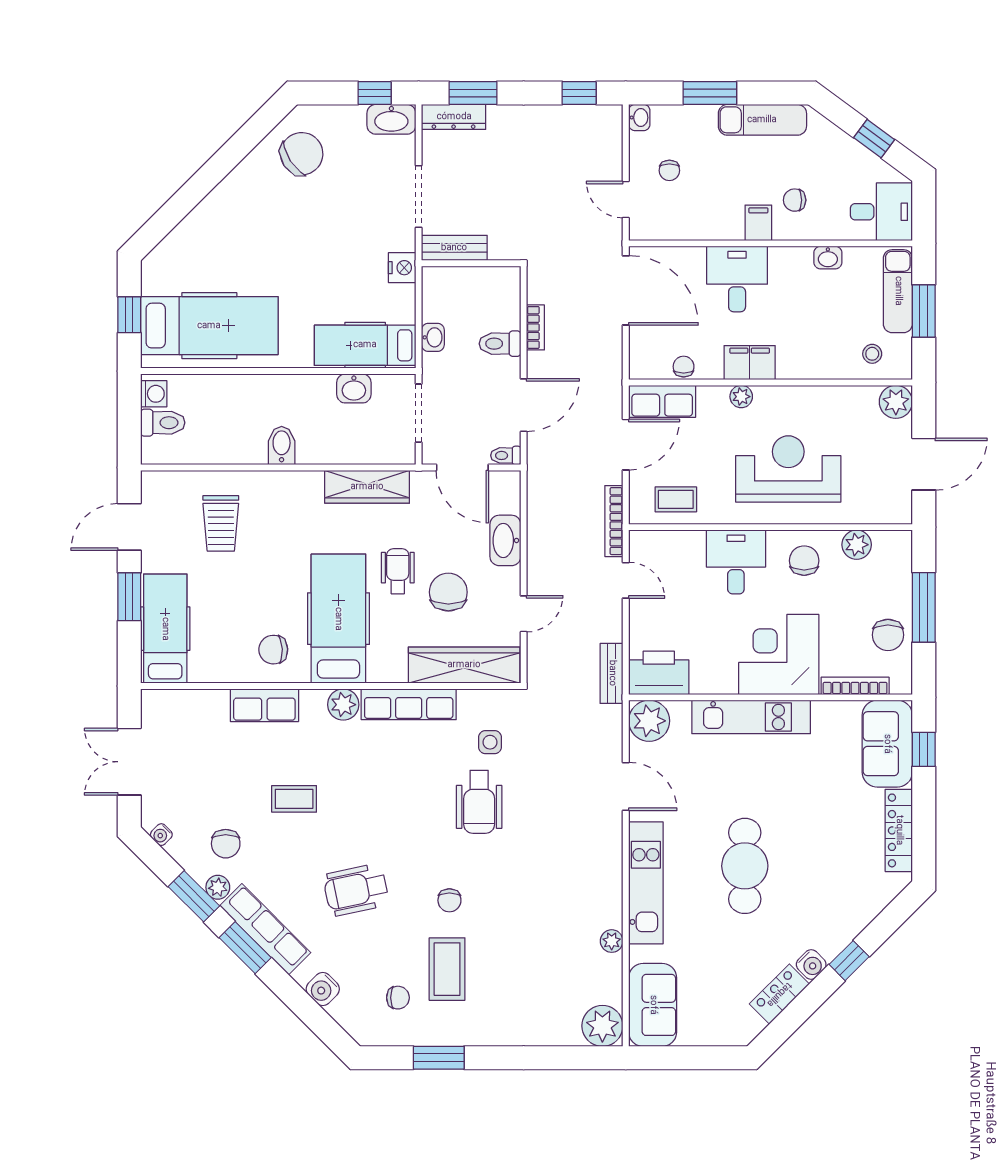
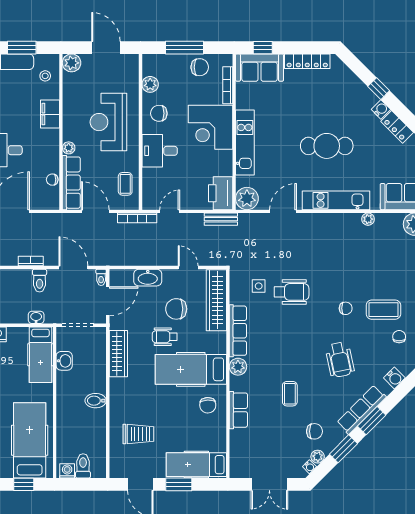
filing cabinet: (750, 363) -> (50, 114), moved
row of seats: (662, 401) -> (71, 183), width x1.48
plant: (218, 887) -> (318, 457), moved

